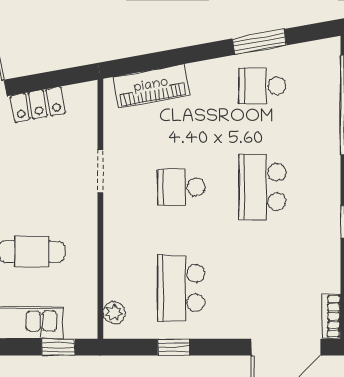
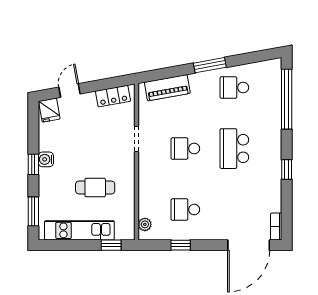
window: (259, 42) -> (210, 65), moved
locker: (38, 104) -> (113, 96), moved
school desk: (181, 288) -> (185, 210), width x0.54

